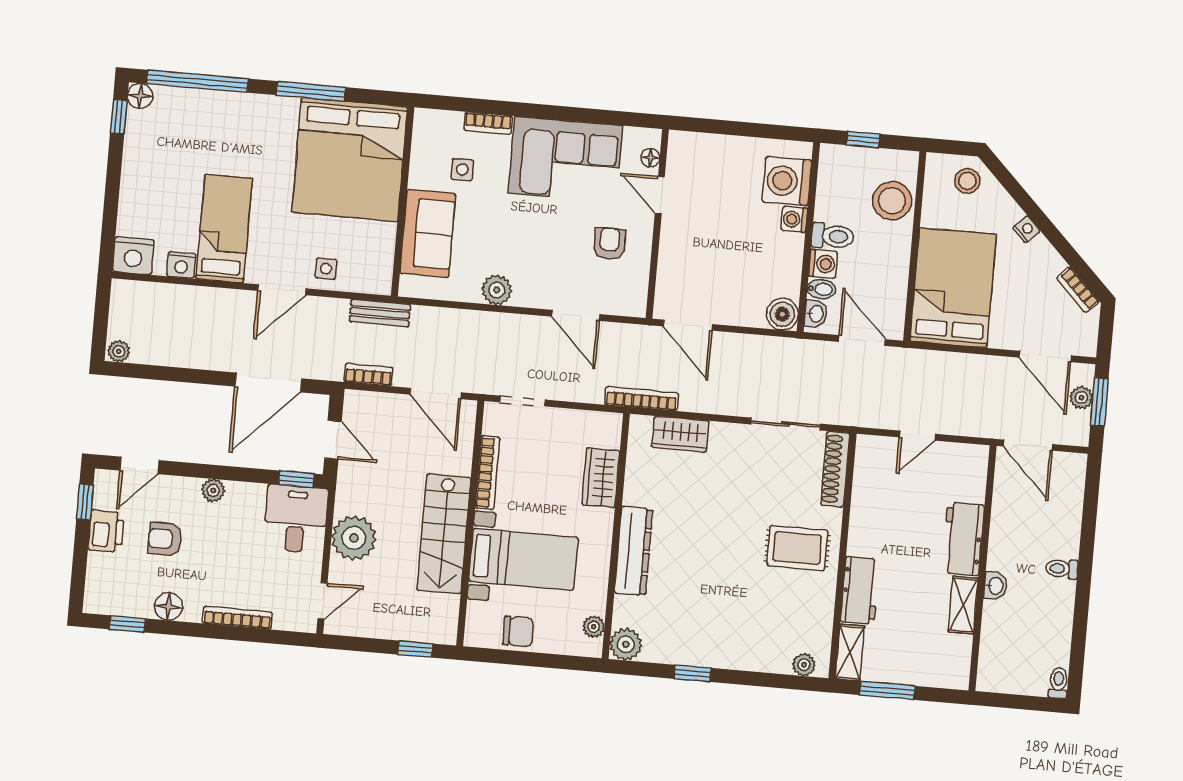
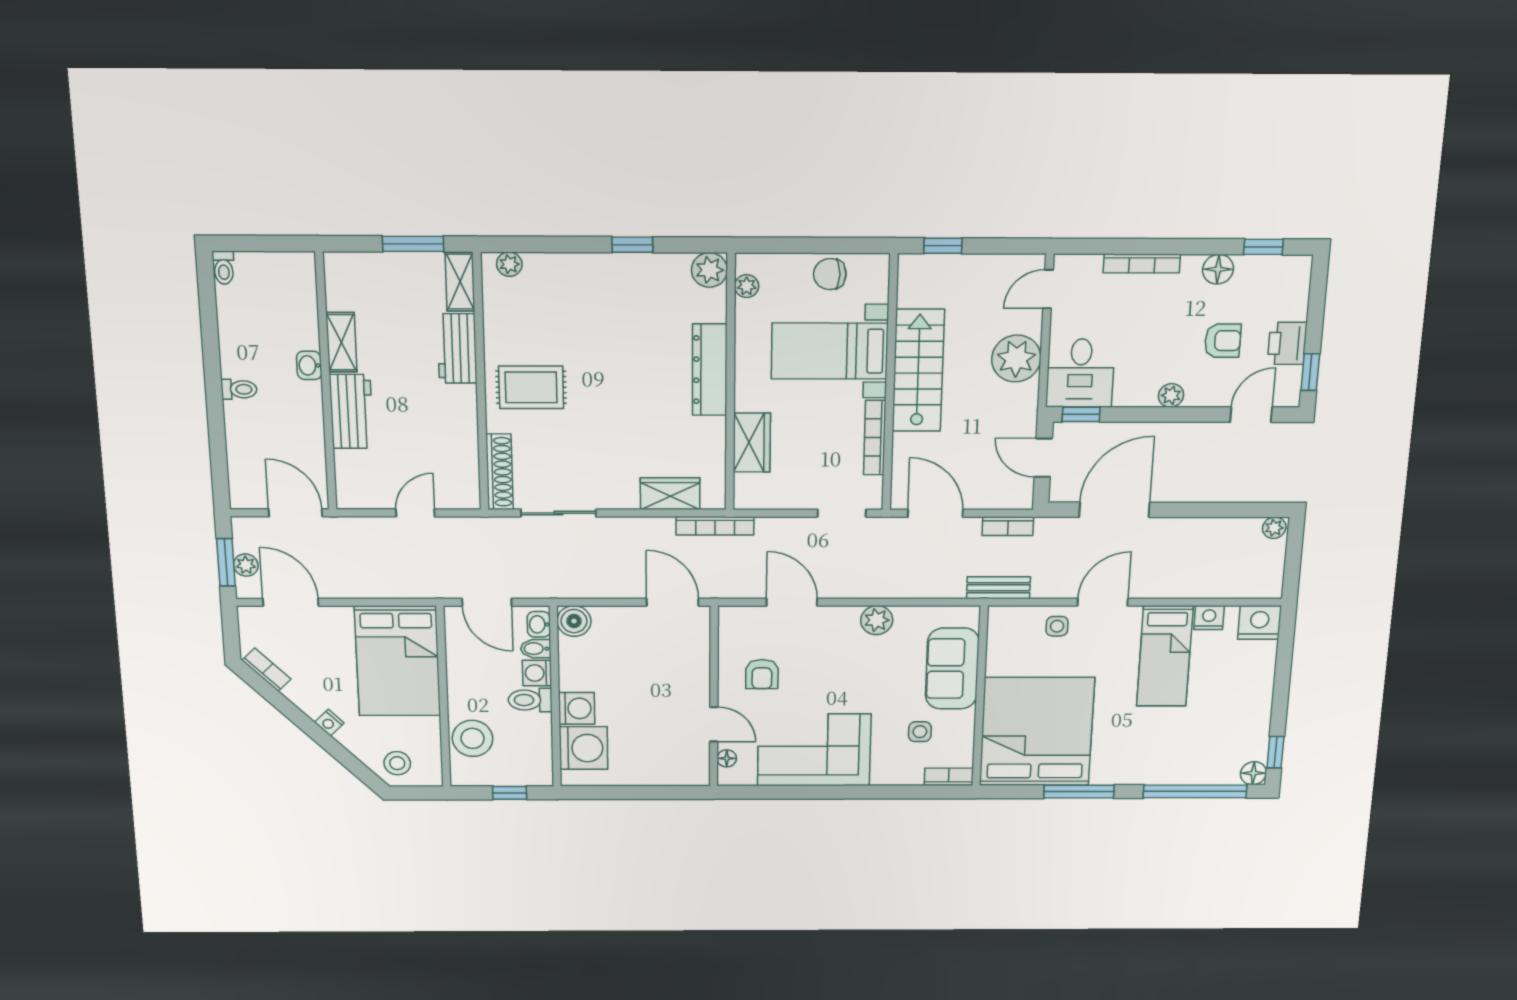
bookcase: (488, 123) -> (949, 777), moved
washing machine: (794, 219) -> (577, 708), width x1.38, depth x1.38

